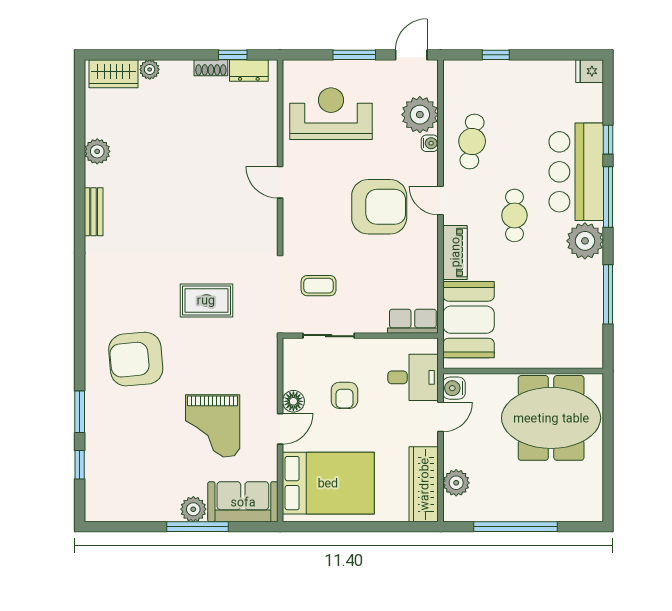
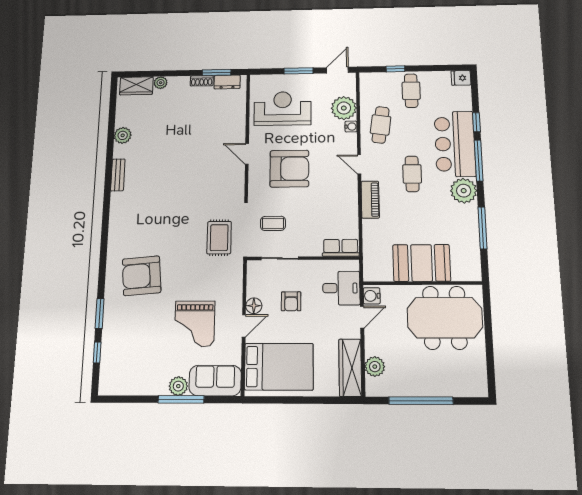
window: (233, 55) -> (217, 72), width x1.50
cafe table: (517, 90) -> (411, 91), added
armchair: (379, 207) -> (289, 169), moved
rug: (206, 300) -> (219, 238), moved, turned 90
booth: (469, 320) -> (422, 263), moved, turned 90

